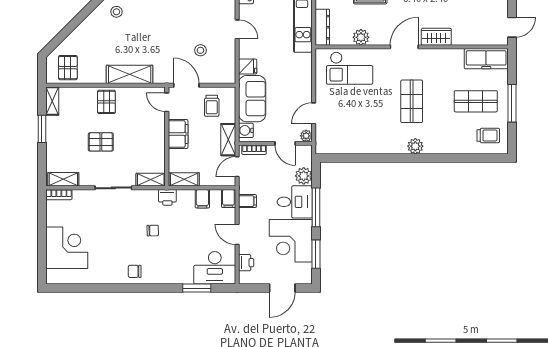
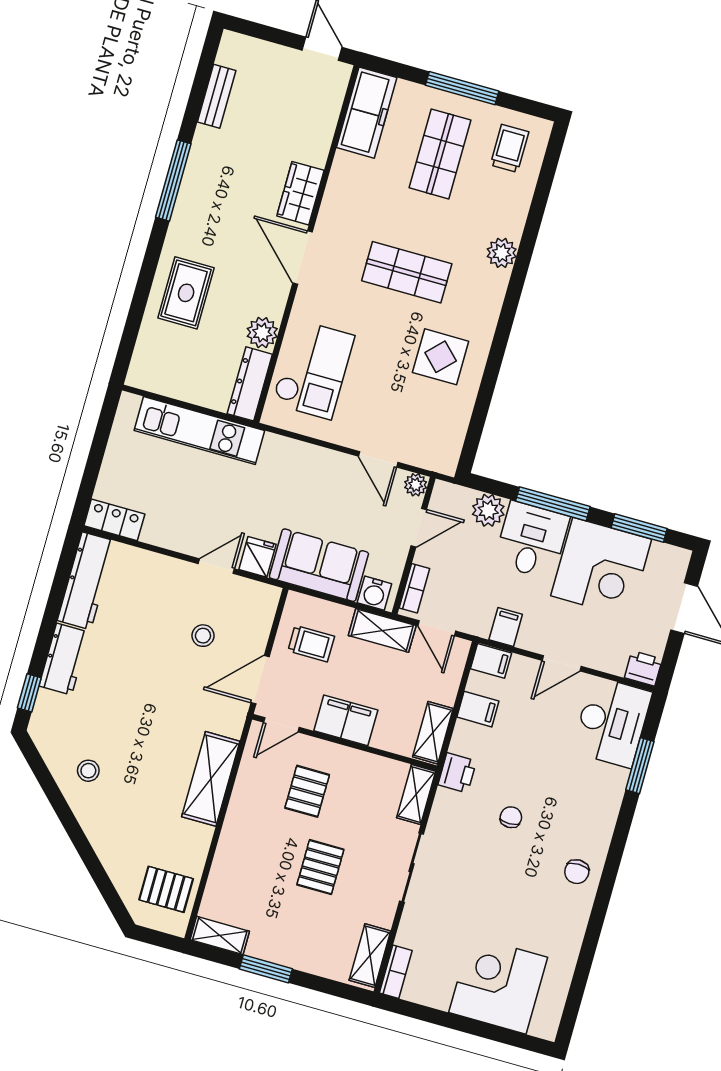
dresser: (322, 27) -> (250, 384), moved, turned -90
door: (237, 29) -> (216, 566), moved
pallet: (106, 102) -> (307, 791), moved, turned 90
display table: (374, 130) -> (441, 357), added
plant: (415, 146) -> (502, 253), moved
printer: (246, 263) -> (643, 668), moved

